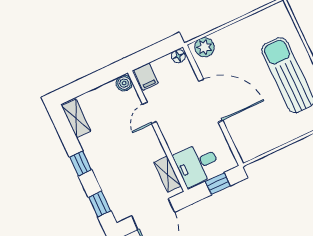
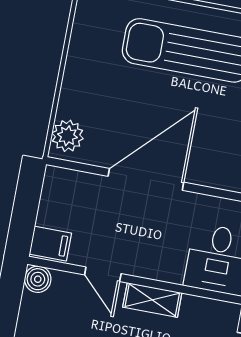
floor lamp: (178, 56) -> (54, 180), removed
shelving: (168, 174) -> (152, 300), moved

